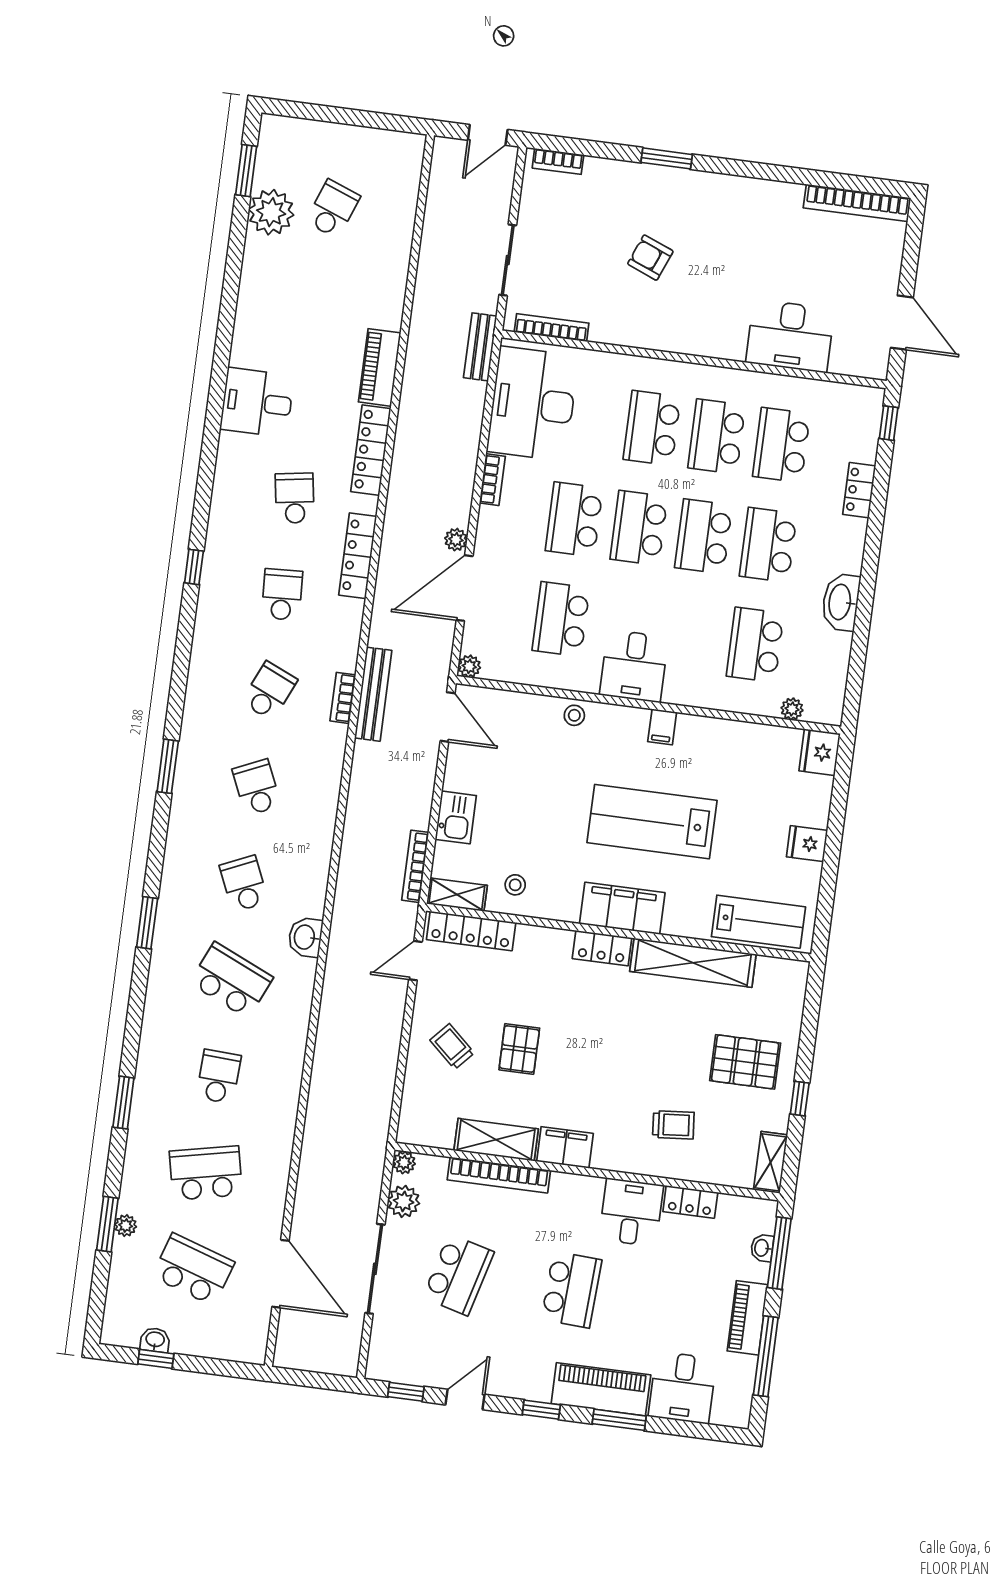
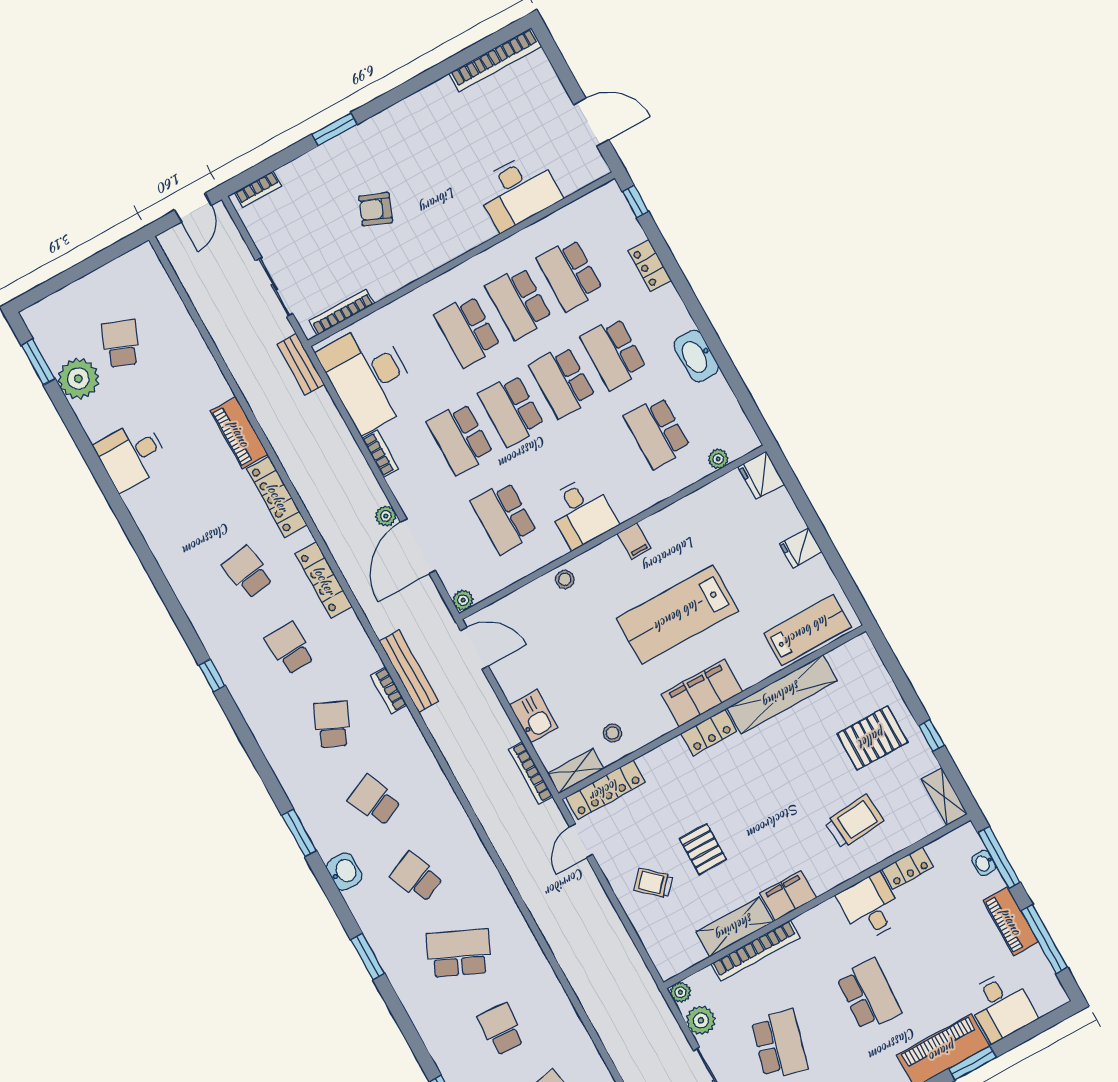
desk: (257, 402) -> (132, 455), moved
washbasin: (305, 937) -> (344, 872), moved, turned 180
trolley: (673, 1125) -> (854, 822), width x1.36, depth x1.39

